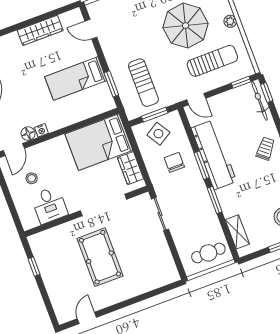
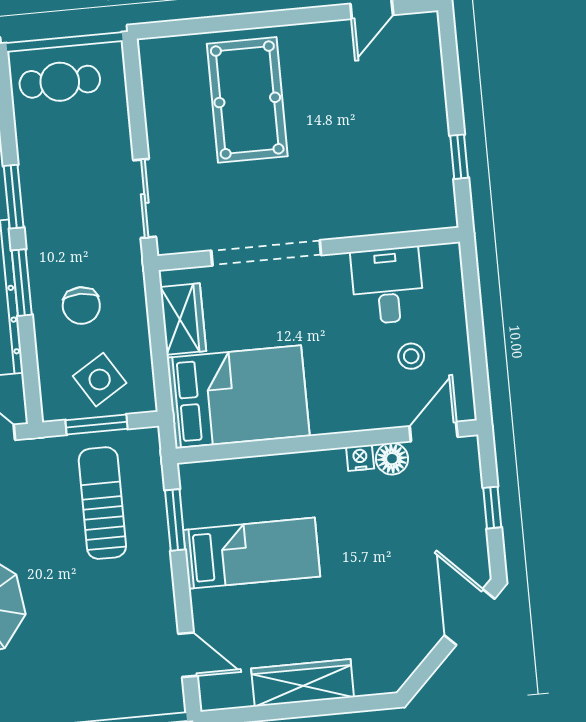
pool table: (100, 257) -> (247, 100), moved

